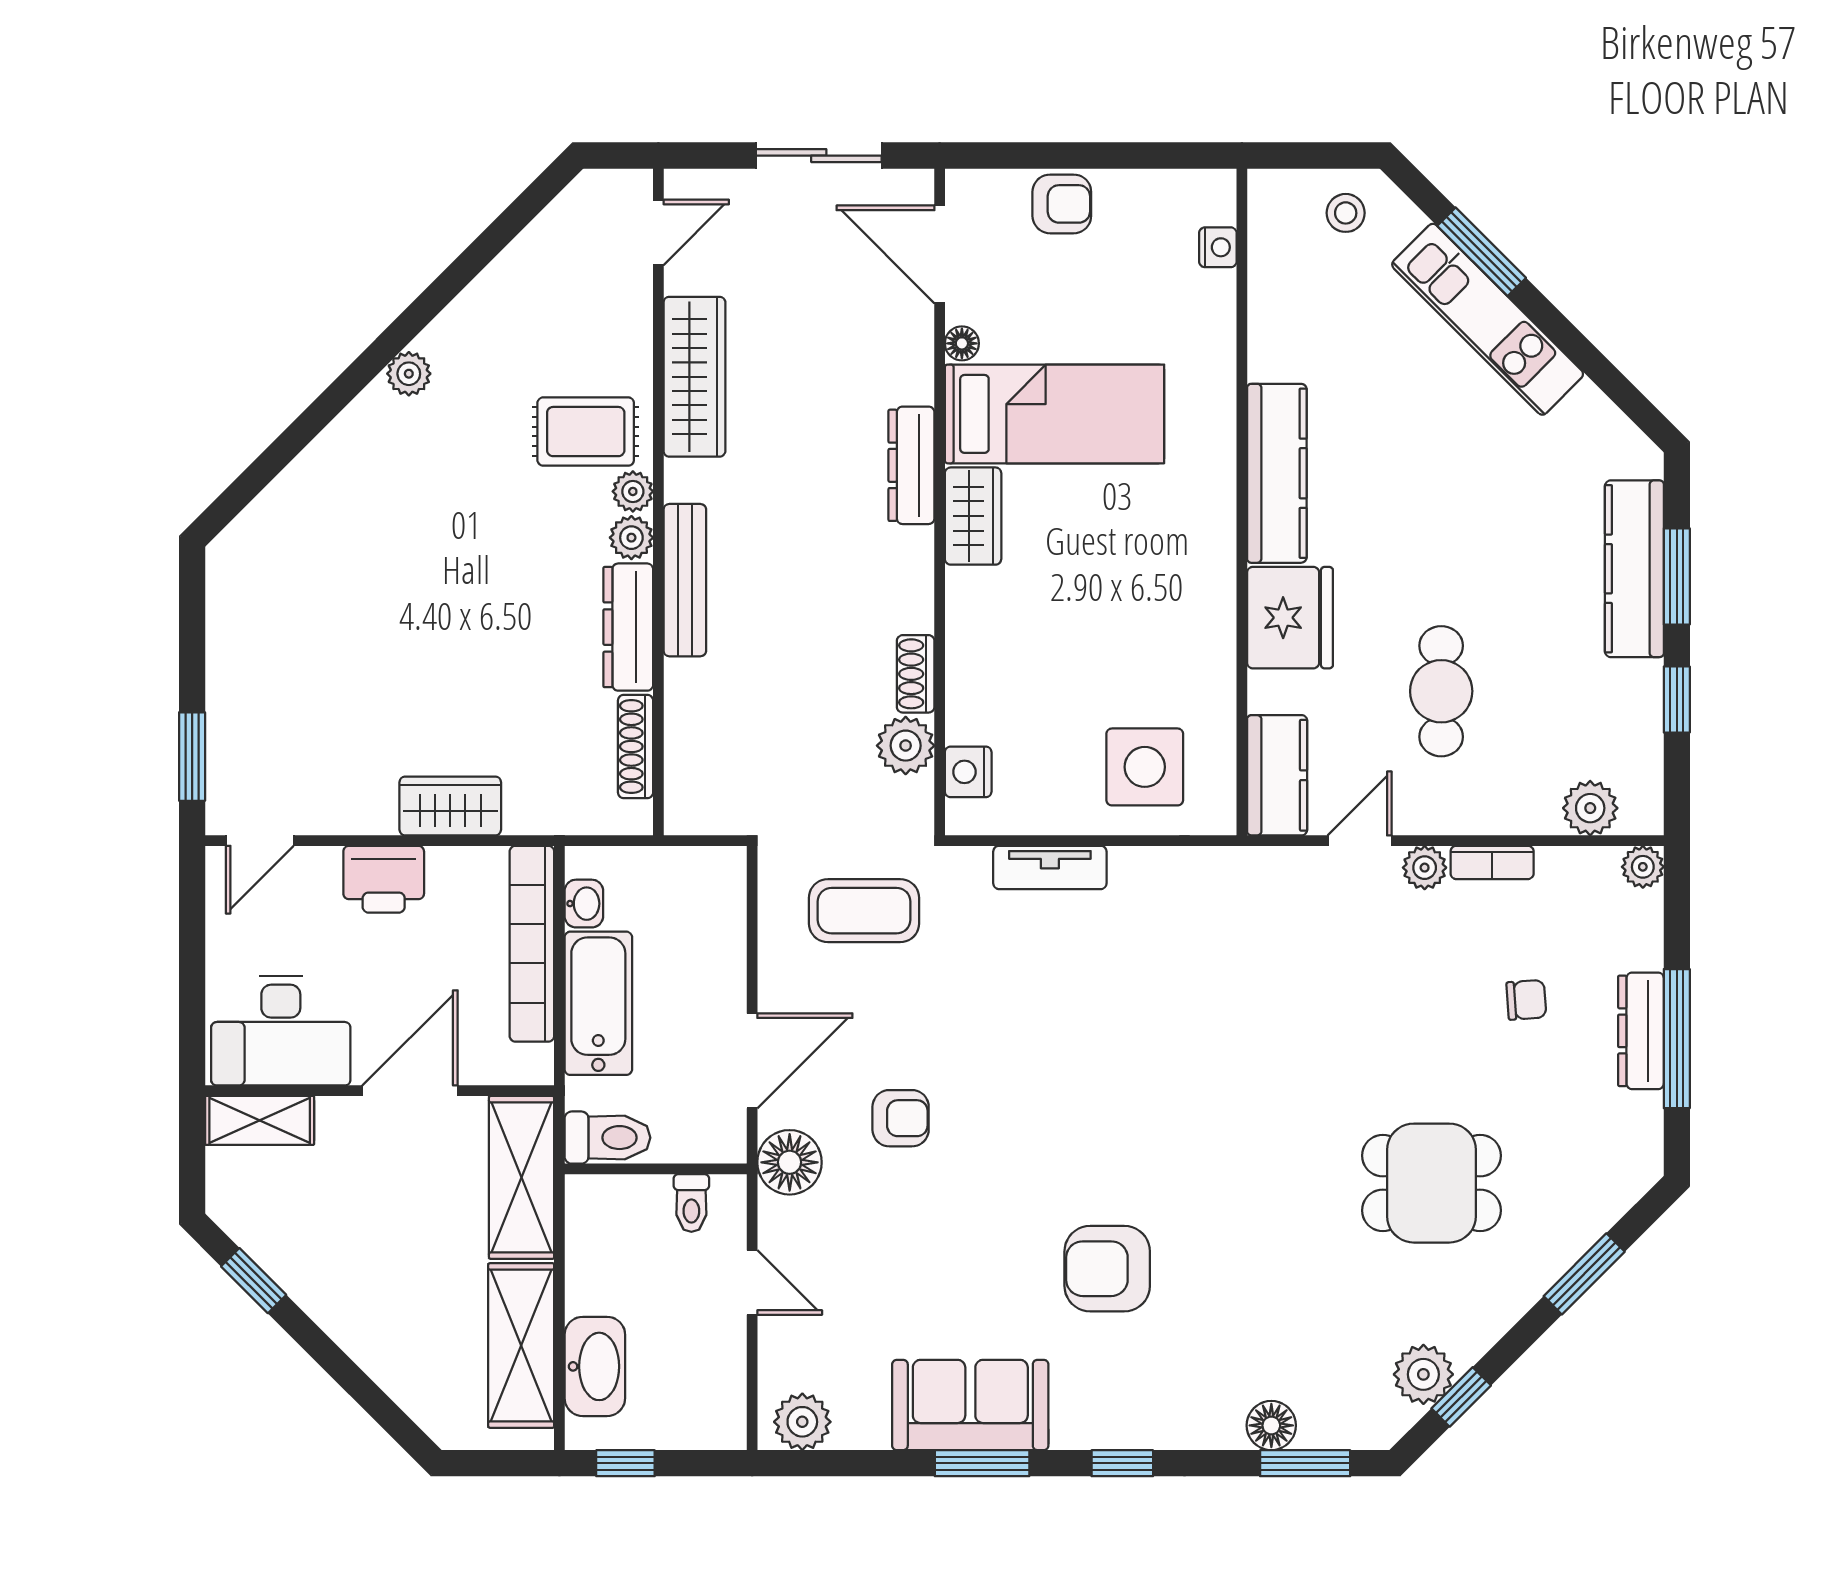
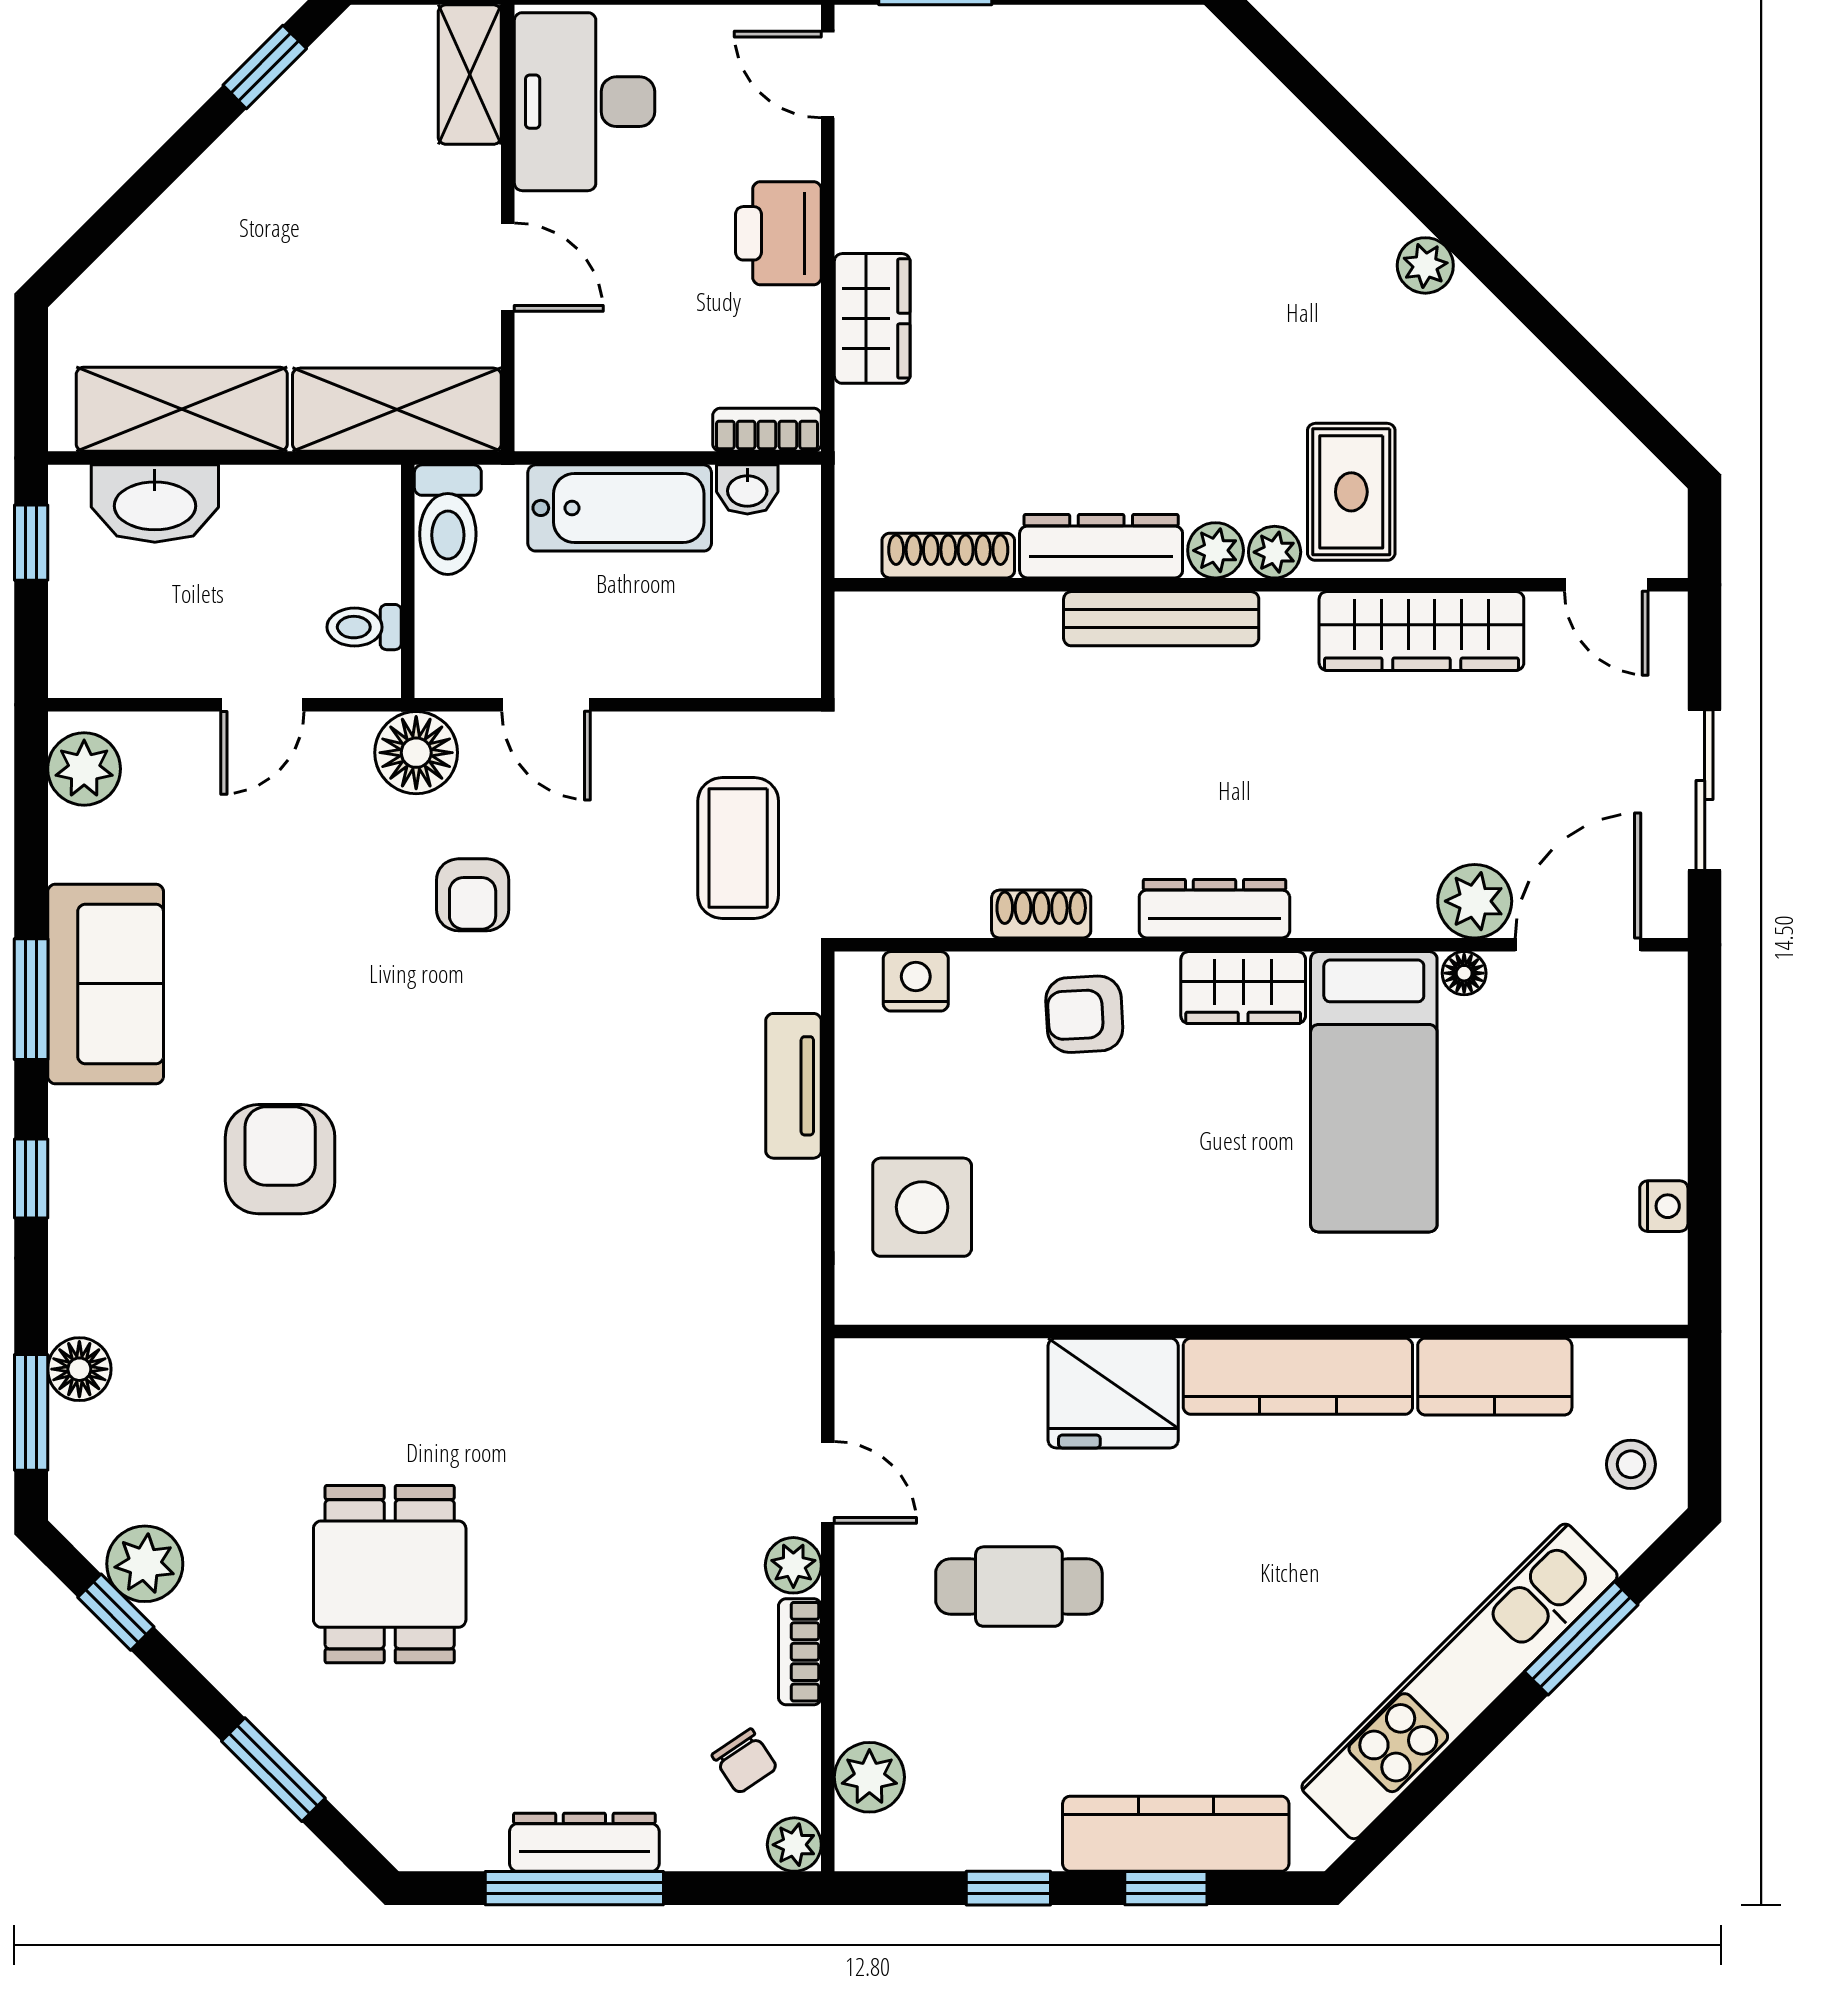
armchair: (1062, 204) -> (1084, 1014), moved, turned 87
nightstand: (1218, 247) -> (1664, 1206), moved, turned -90
kitchen unit: (1488, 319) -> (1460, 1681), width x1.36
dresser: (911, 465) -> (1214, 909), moved
window: (1677, 576) -> (1166, 1888), width x0.67
plant: (906, 746) -> (1475, 901), moved
kitchen counter: (1277, 775) -> (1495, 1377), moved
bookcase: (532, 944) -> (767, 430), width x0.43, depth x0.76
chair: (1526, 1000) -> (745, 1761), moved, turned -30
door: (752, 1061) -> (546, 705), width x0.73
door: (410, 1091) -> (508, 267), width x0.73

